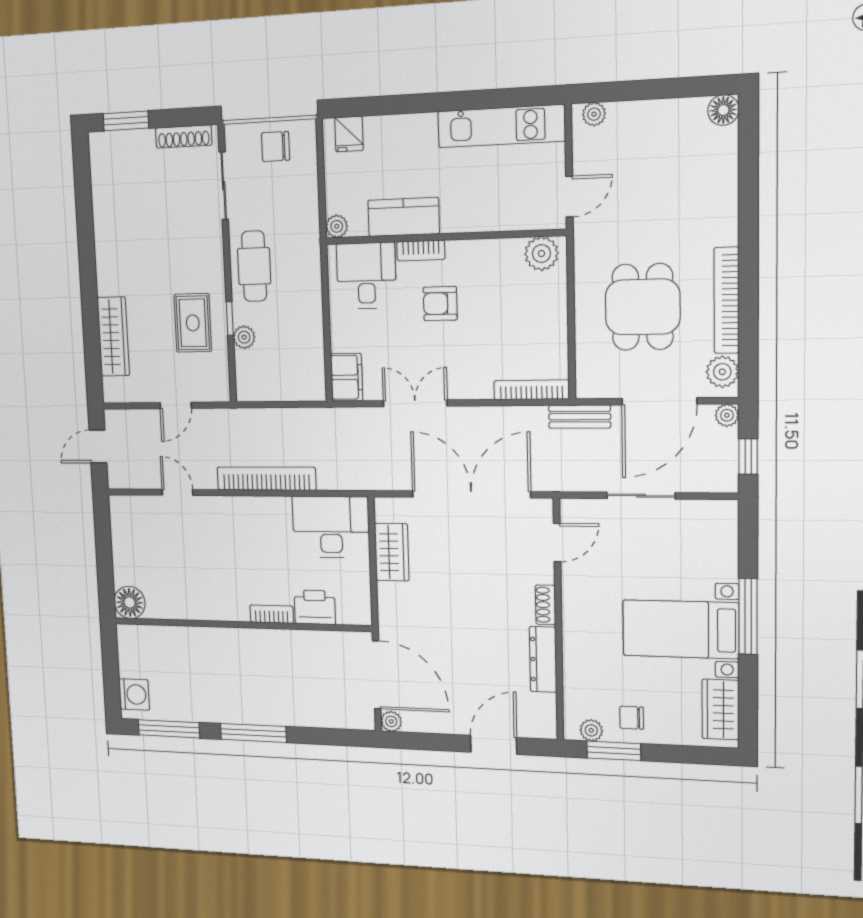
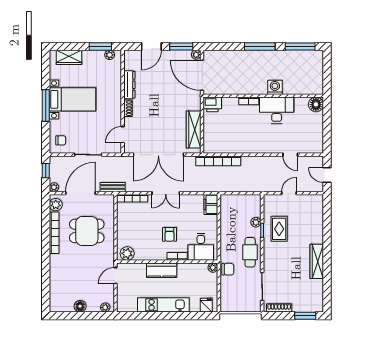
floor lamp: (723, 110) -> (80, 306), moved
kitchen unit: (501, 126) -> (163, 305), moved
chair: (275, 147) -> (228, 269), moved
kitchen counter: (404, 217) -> (162, 270), moved
armchair: (440, 304) -> (170, 234), turned 90
dining table: (643, 307) -> (87, 231), turned 90
wardrobe: (113, 337) -> (317, 261), moved
double door: (415, 403) -> (166, 193), moved
door: (98, 446) -> (327, 175), swing flipped
bookcase: (266, 479) -> (218, 161), moved
desk: (331, 527) -> (277, 110), moved, turned 180
wardrobe: (392, 552) -> (194, 129), width x1.50
printer: (315, 607) -> (212, 104), moved
washing machine: (134, 694) -> (275, 87), moved, turned 90
wardrobe: (720, 709) -> (69, 57), moved, turned 90
chair: (632, 718) -> (61, 140), moved
window: (425, 741) -> (181, 46), added

